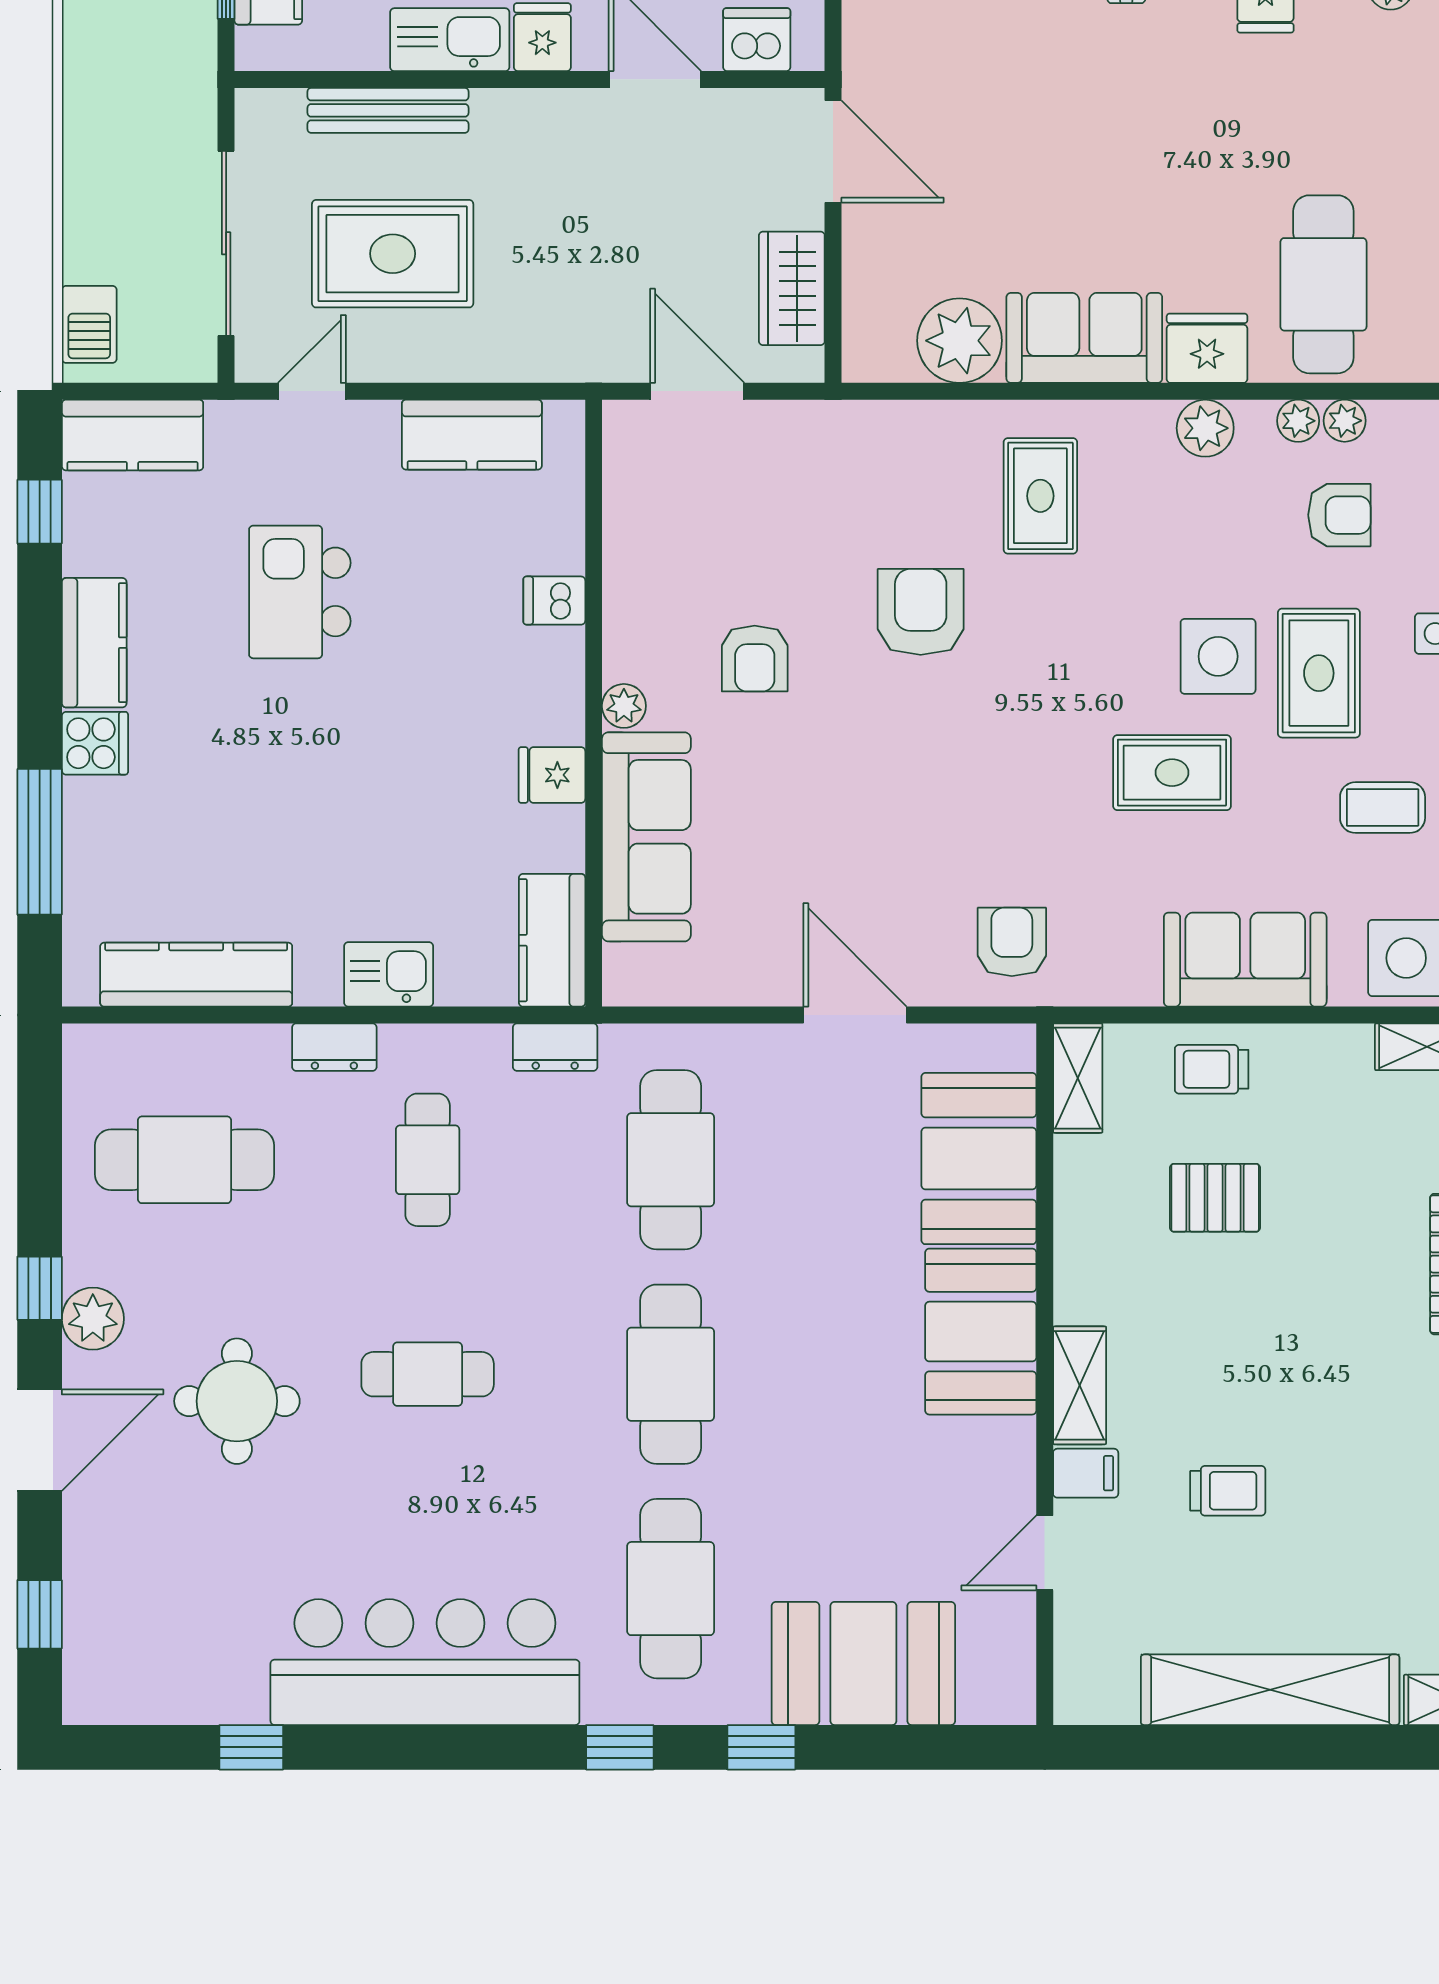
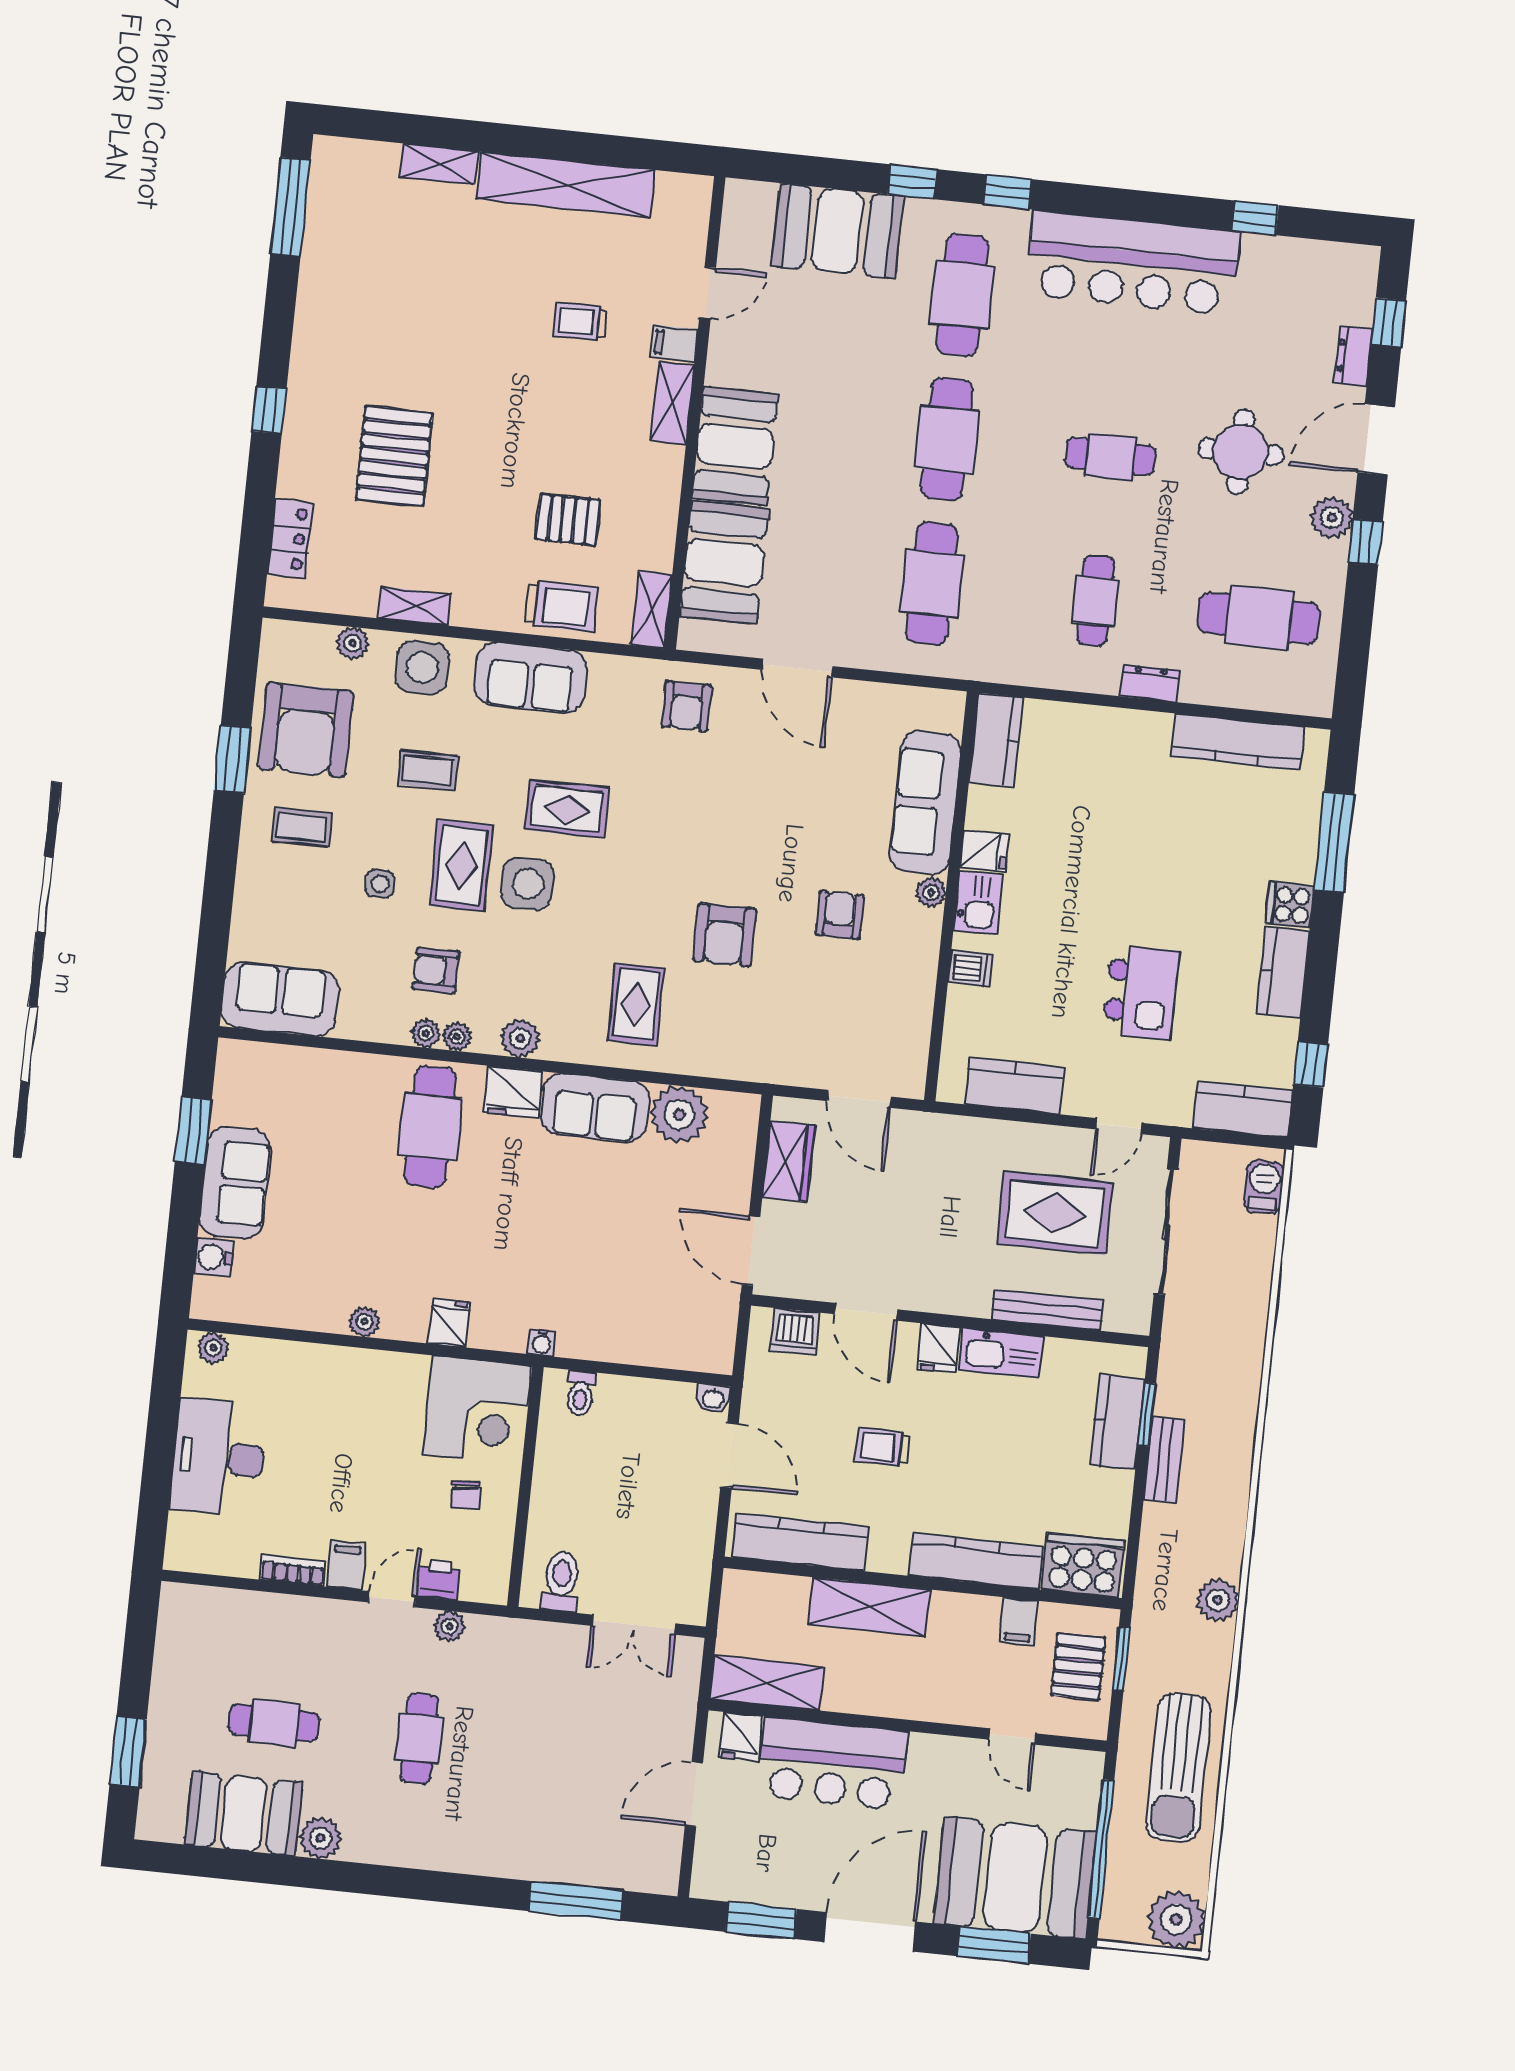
kitchen sink: (389, 974) -> (978, 903), moved, turned -90
dresser: (555, 1047) -> (1354, 357), moved, turned -90
trolley: (1212, 1069) -> (561, 606), width x1.36, depth x1.39

